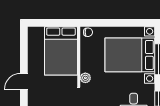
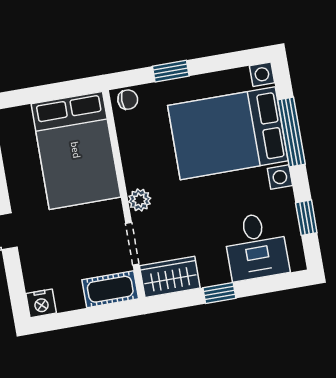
window: (109, 23) -> (171, 71), added

